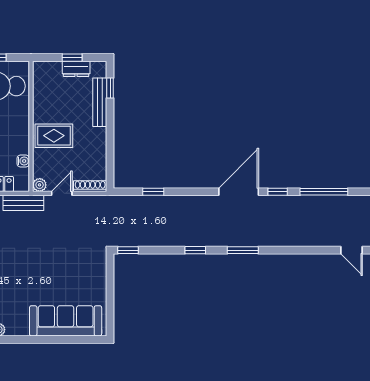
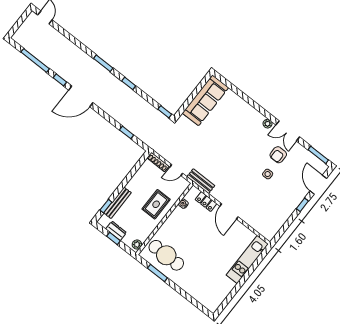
rug: (54, 136) -> (156, 204), turned 90
plant: (40, 185) -> (137, 245), moved
sofa: (66, 321) -> (205, 100), moved, turned -90

